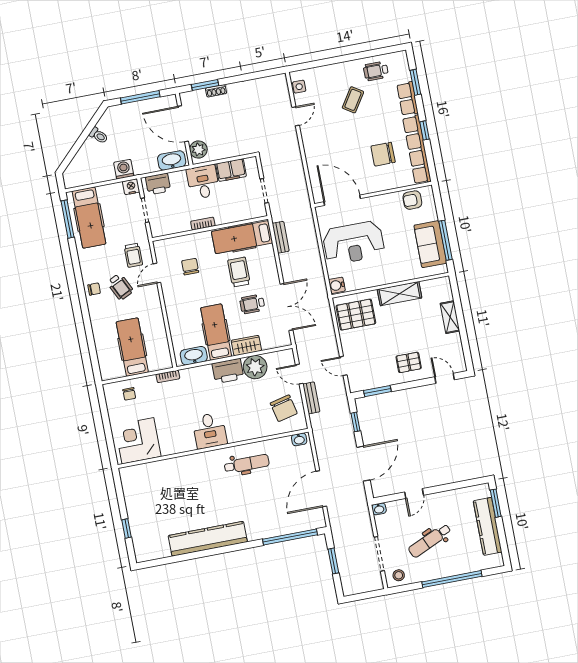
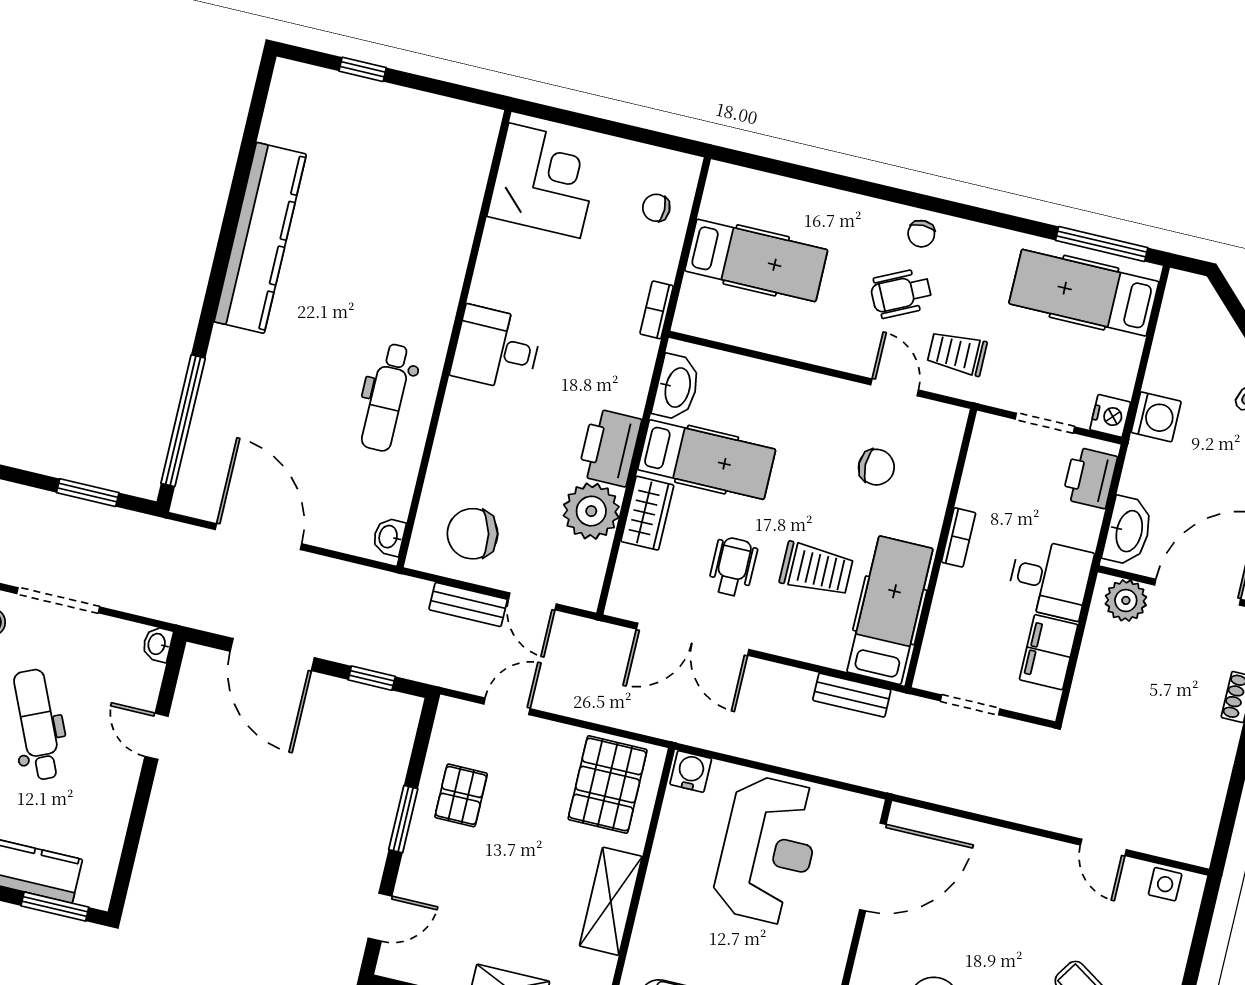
reception desk: (353, 243) -> (768, 850), turned 180
pallet: (409, 362) -> (461, 795), moved
door: (299, 374) -> (532, 601), swing flipped
window: (377, 391) -> (403, 819), moved

